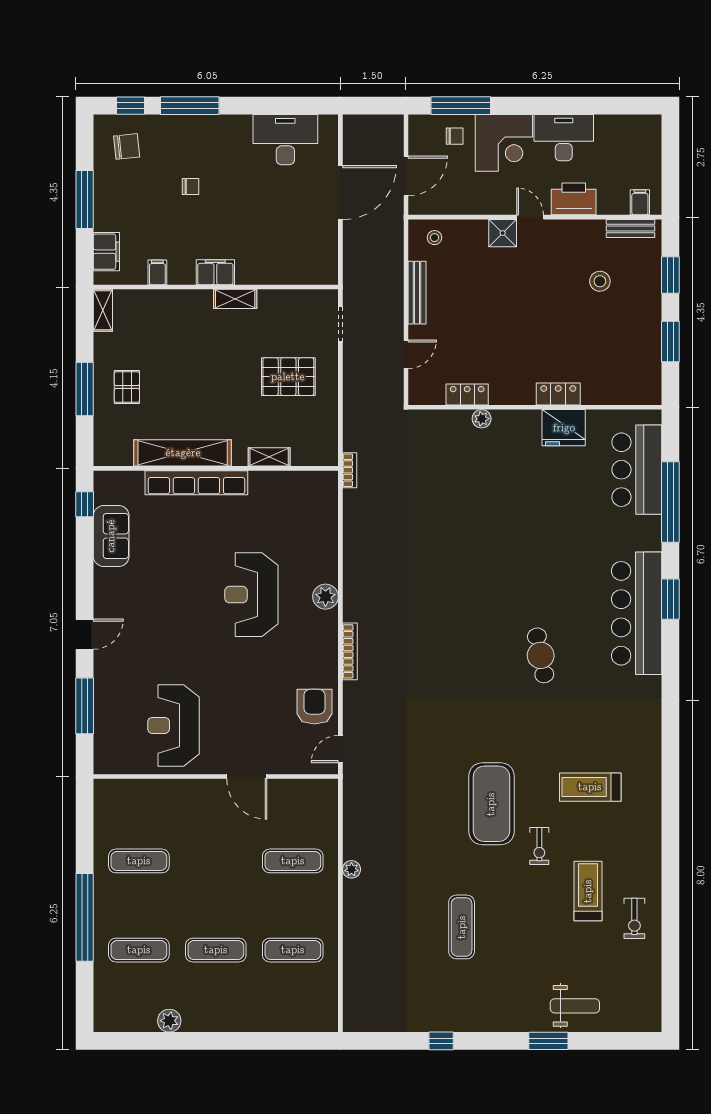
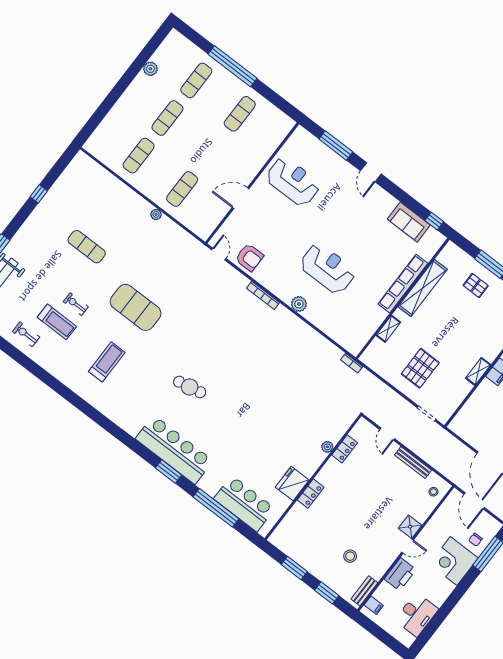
desk: (564, 138) -> (417, 615), moved
exercise bike: (539, 846) -> (76, 304), moved

